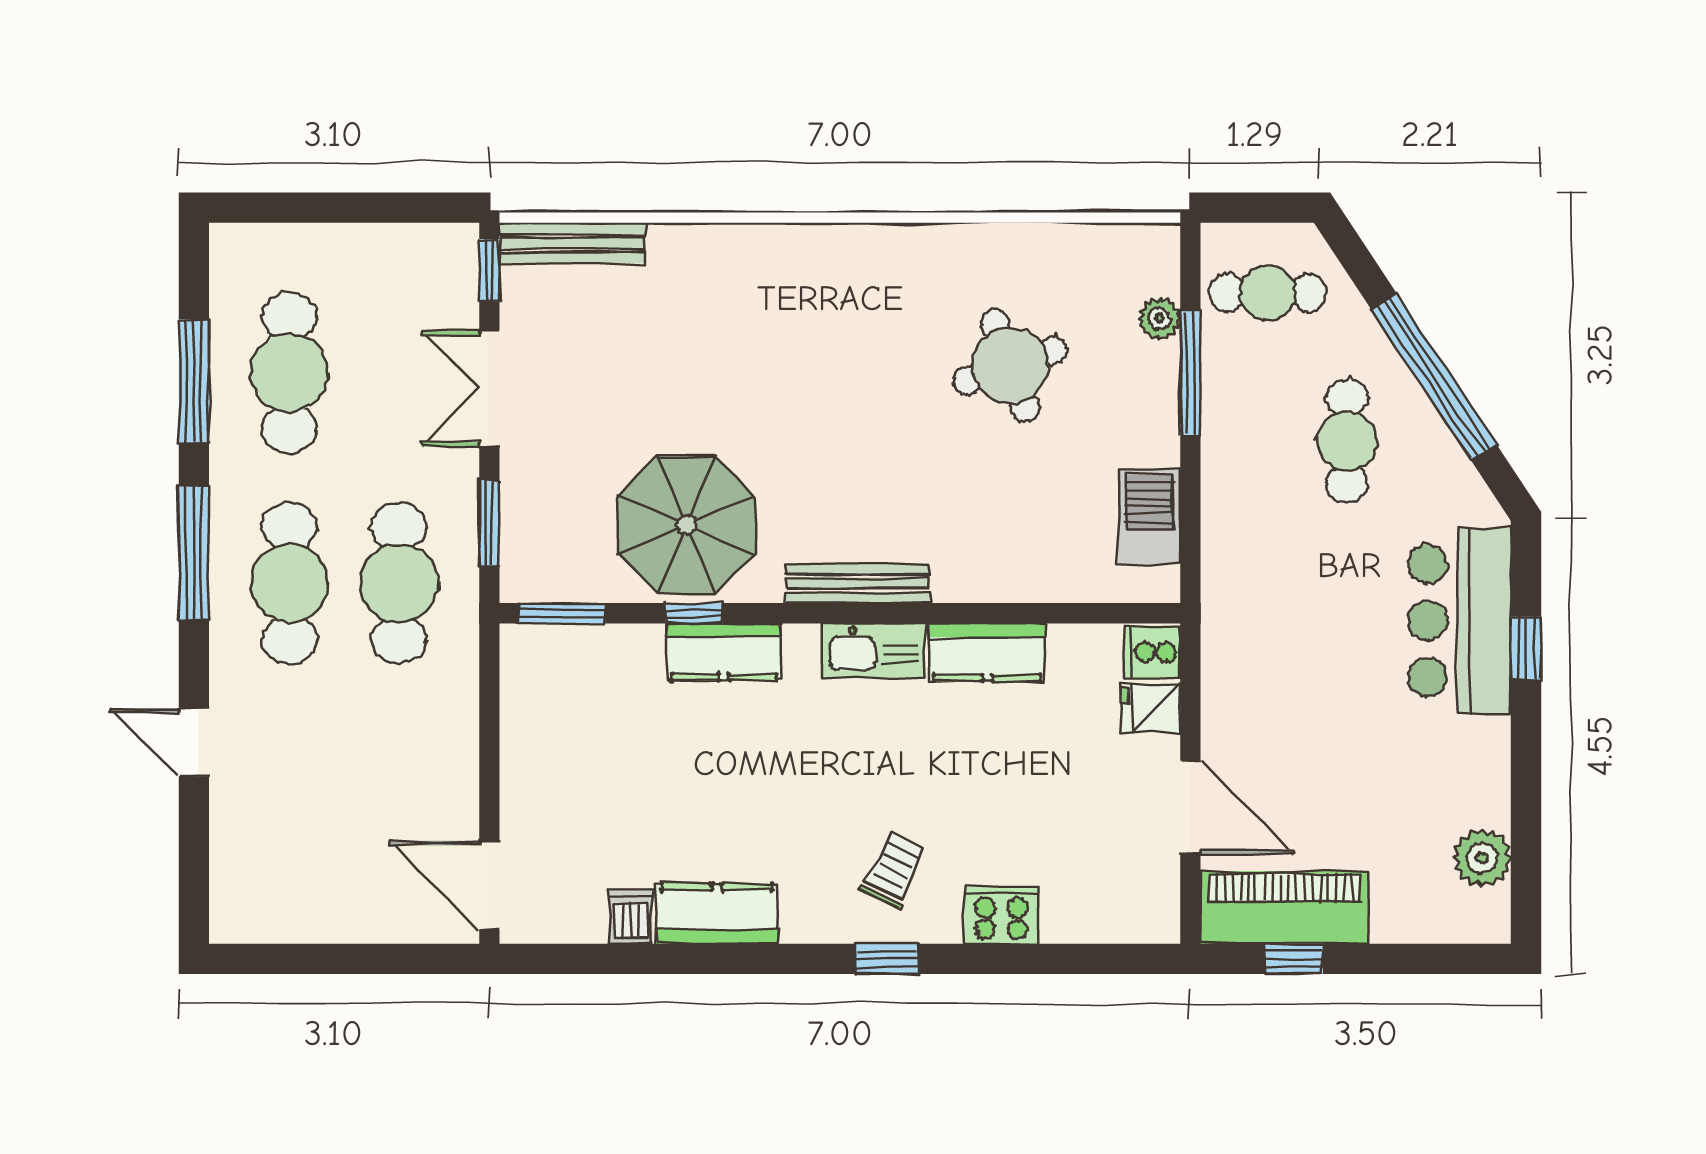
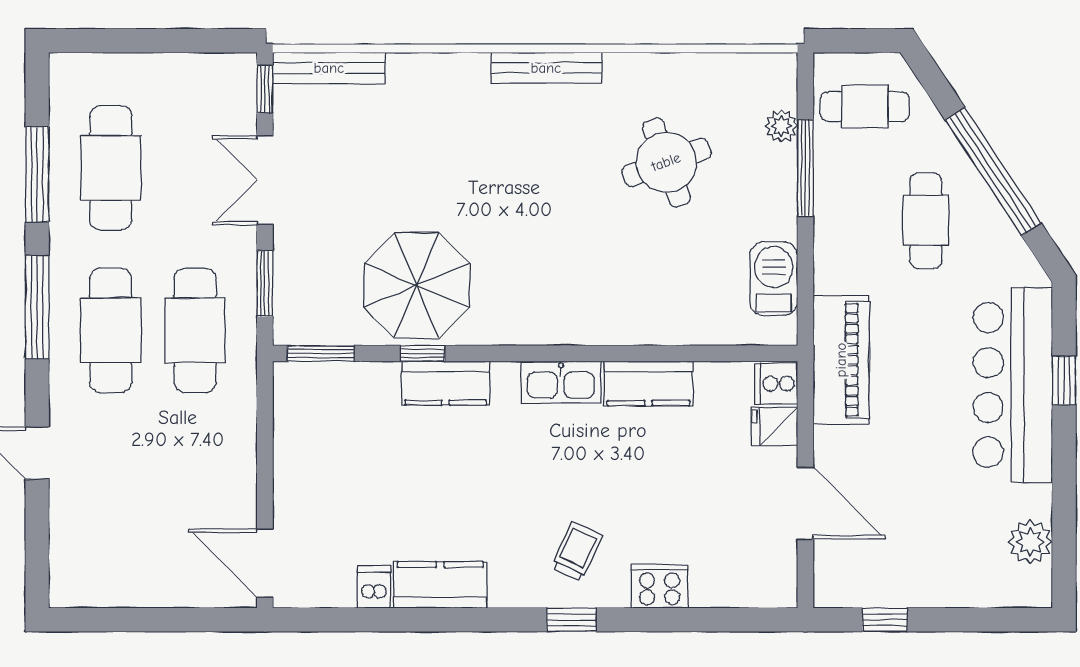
bench: (858, 583) -> (546, 68), moved
bar counter: (1459, 621) -> (1013, 385), width x1.36
piano: (1284, 907) -> (841, 360), moved, turned 90

